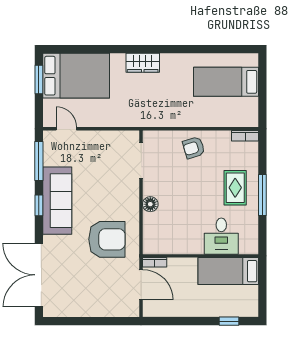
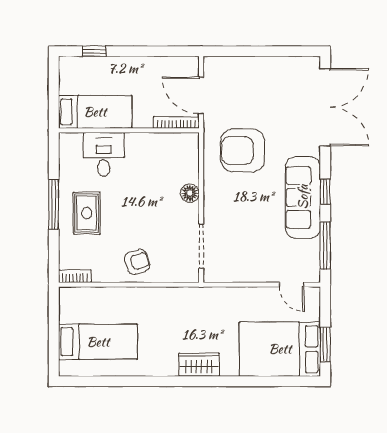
bookcase: (155, 262) -> (176, 123), width x1.56

